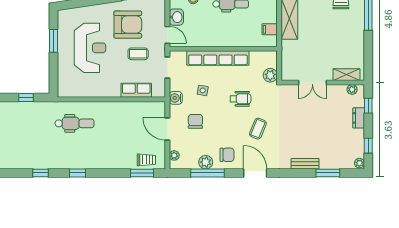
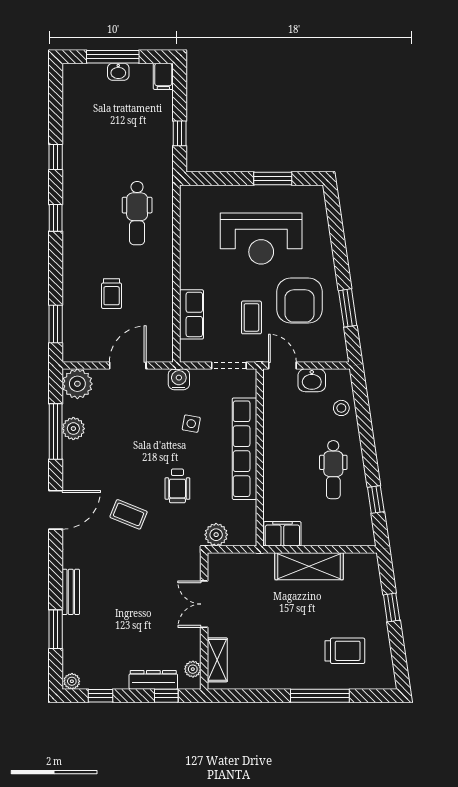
filing cabinet: (270, 29) -> (282, 534), width x2.00
door: (167, 35) -> (282, 366), swing flipped
dresser: (359, 118) -> (153, 680), width x1.44
chair: (195, 121) -> (140, 412), removed
plant: (174, 155) -> (77, 384), width x1.88, depth x1.88
chair: (227, 155) -> (85, 464), removed
trolley: (146, 160) -> (112, 294), moved

